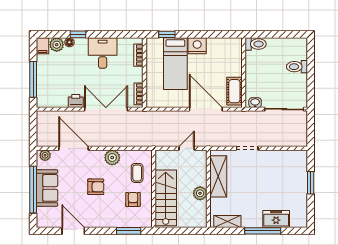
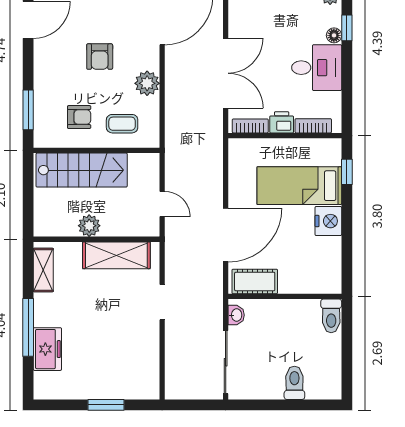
floor lamp: (69, 42) -> (334, 35), moved
printer: (76, 101) -> (282, 122), moved, turned -90

